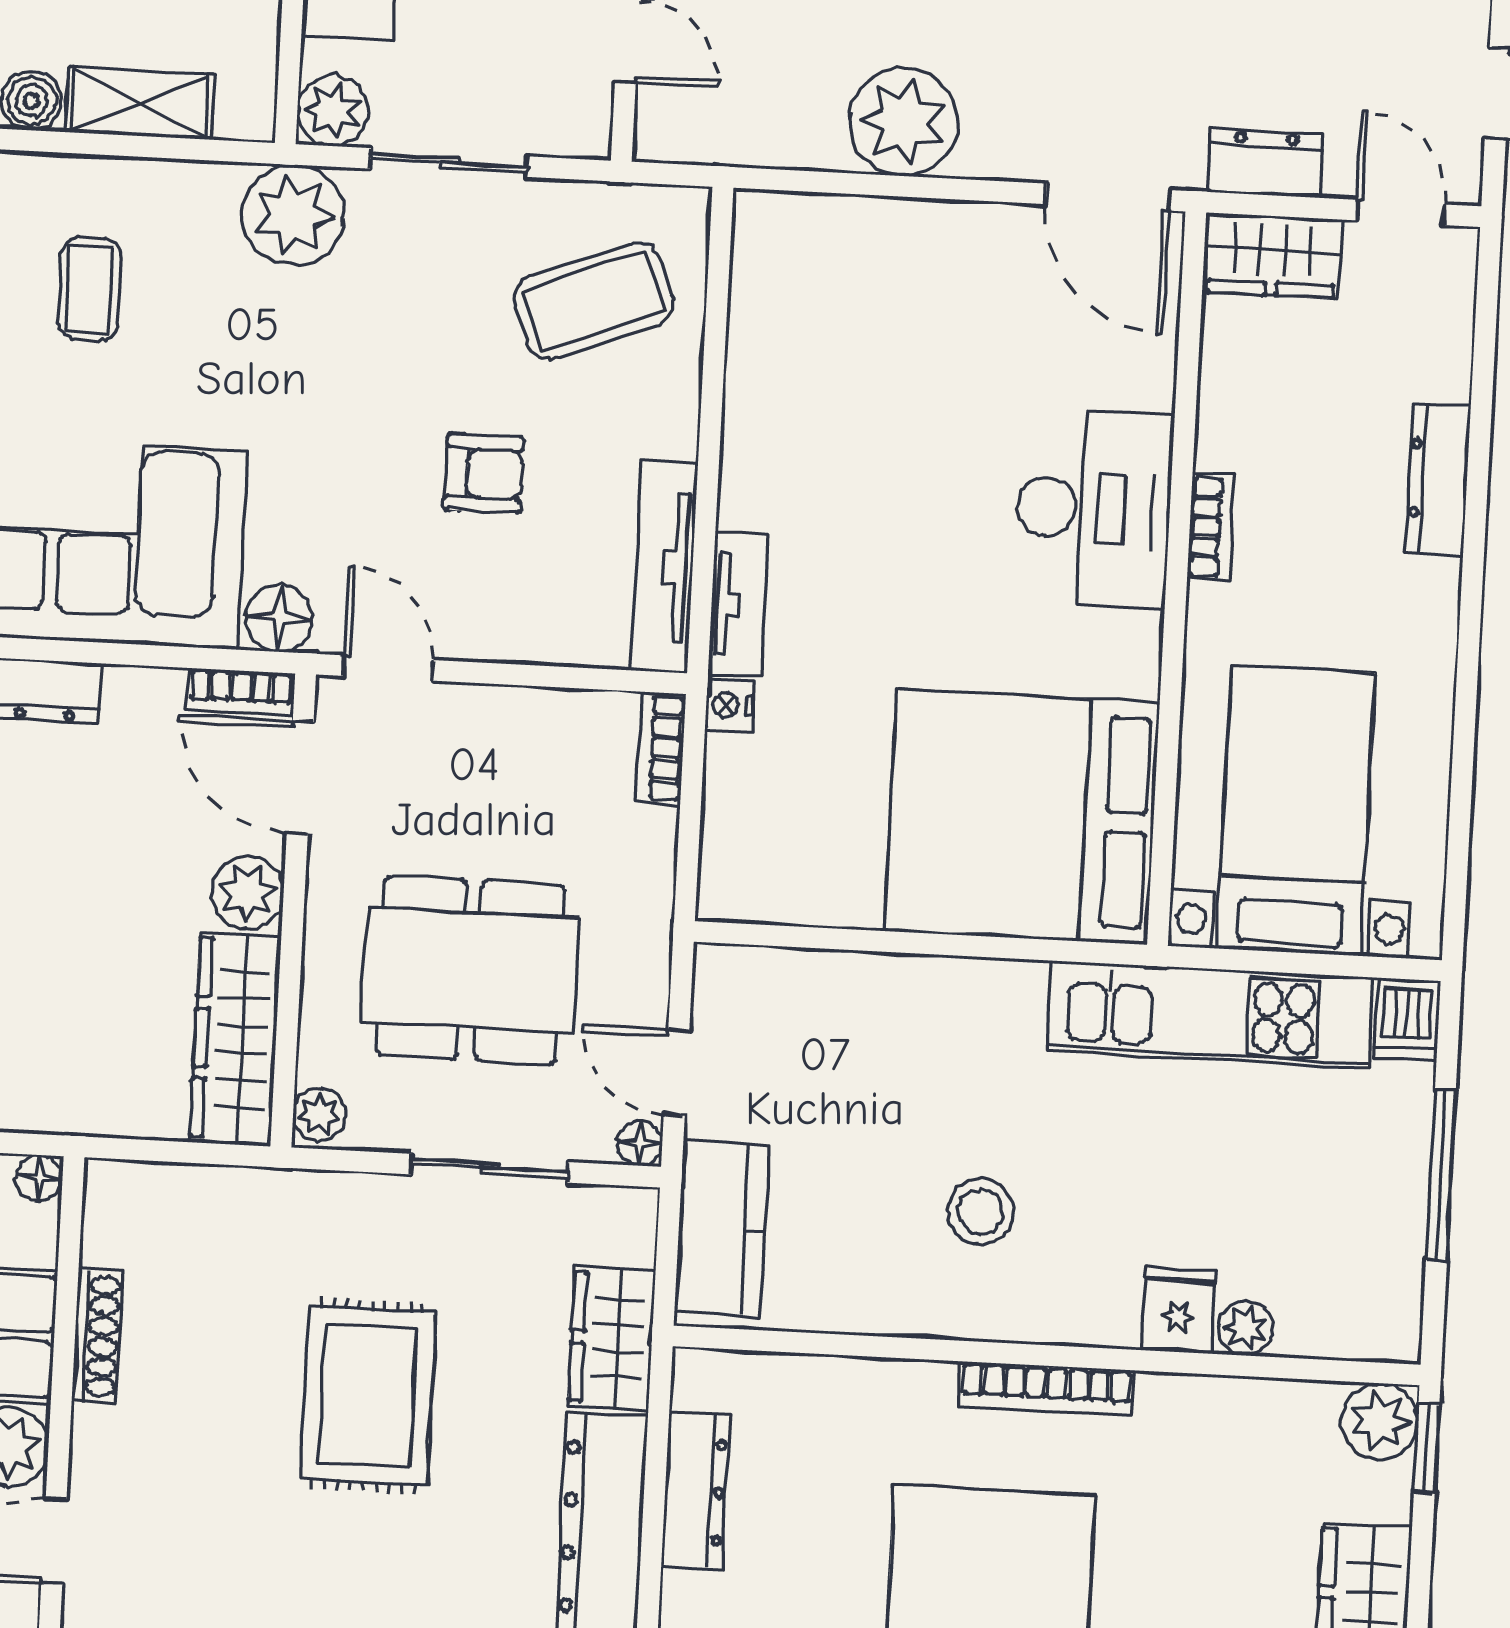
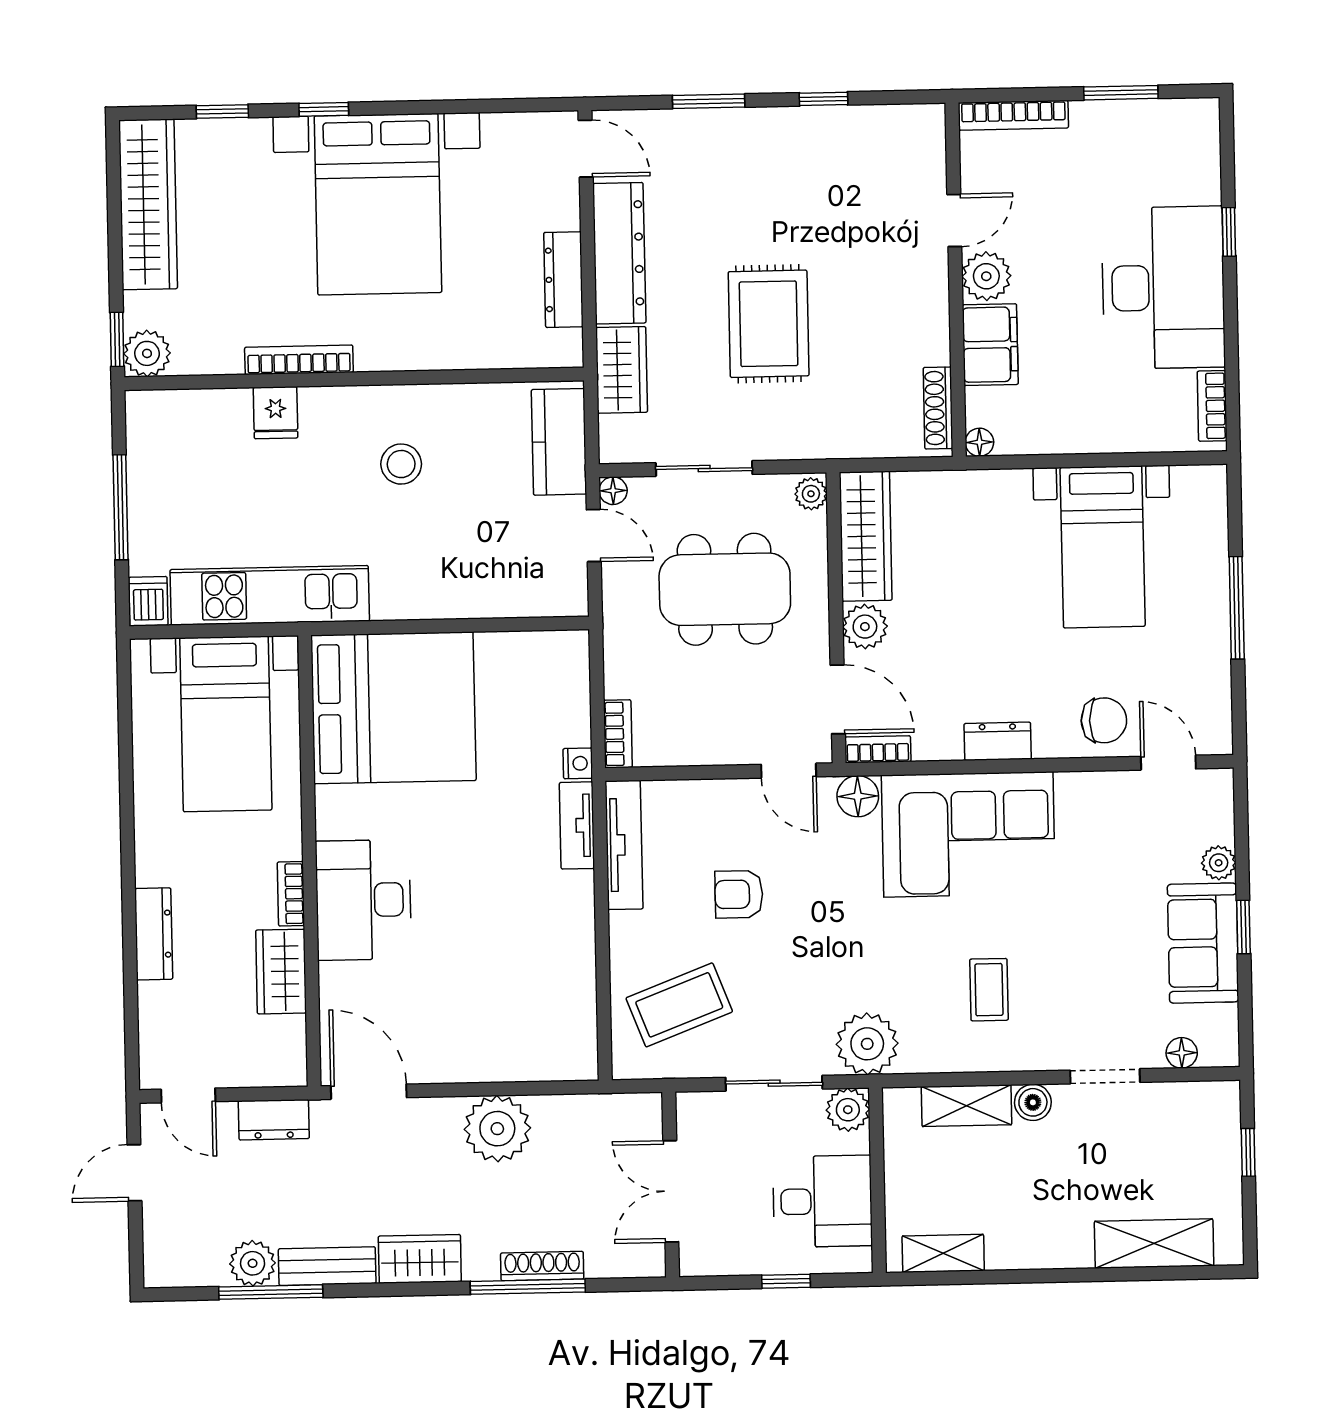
wardrobe: (1272, 256) -> (281, 972), moved, turned -90
plant: (1245, 1328) -> (234, 404), removed
shoe rack: (98, 1336) -> (938, 408), moved
bookcase: (1046, 1388) -> (299, 360), moved

